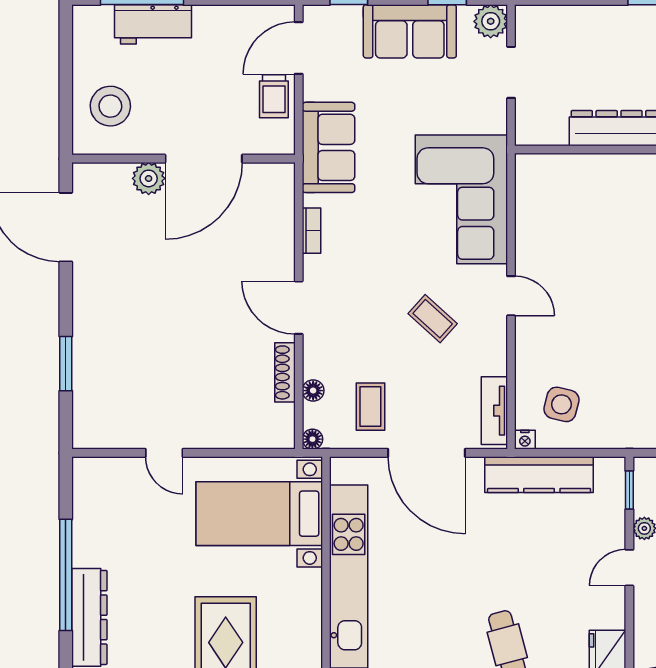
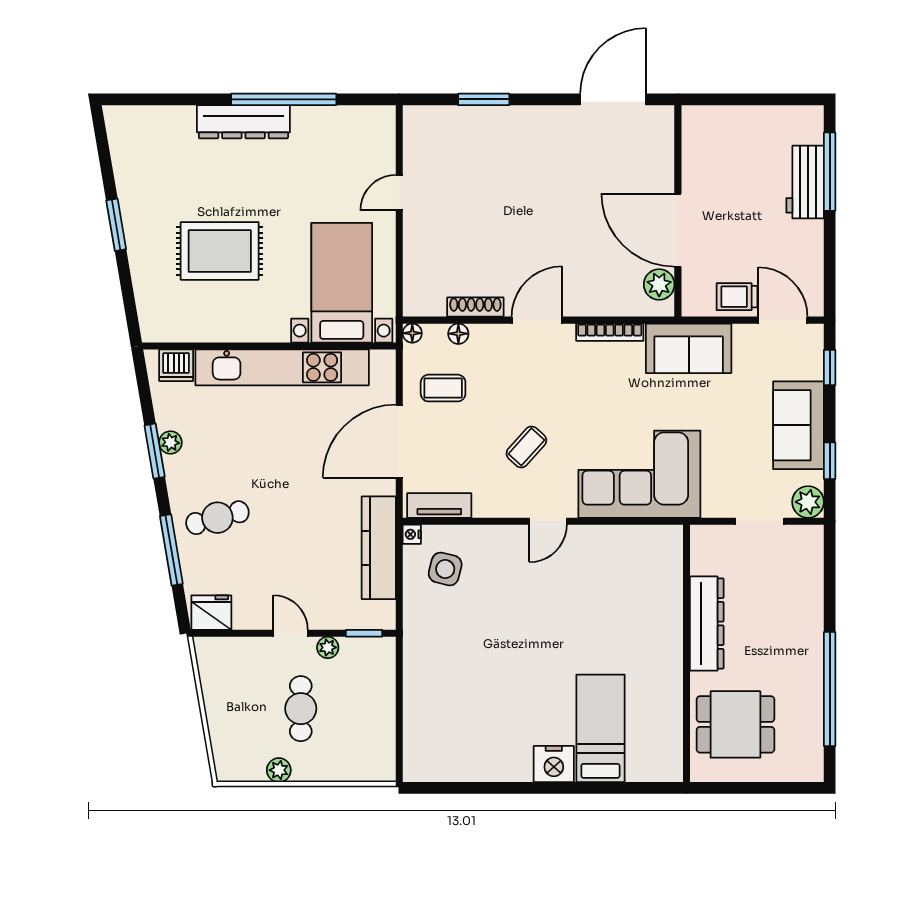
stool: (110, 106) -> (728, 142), removed
plant: (149, 178) -> (659, 284), moved
bookcase: (311, 231) -> (610, 332), width x1.56

